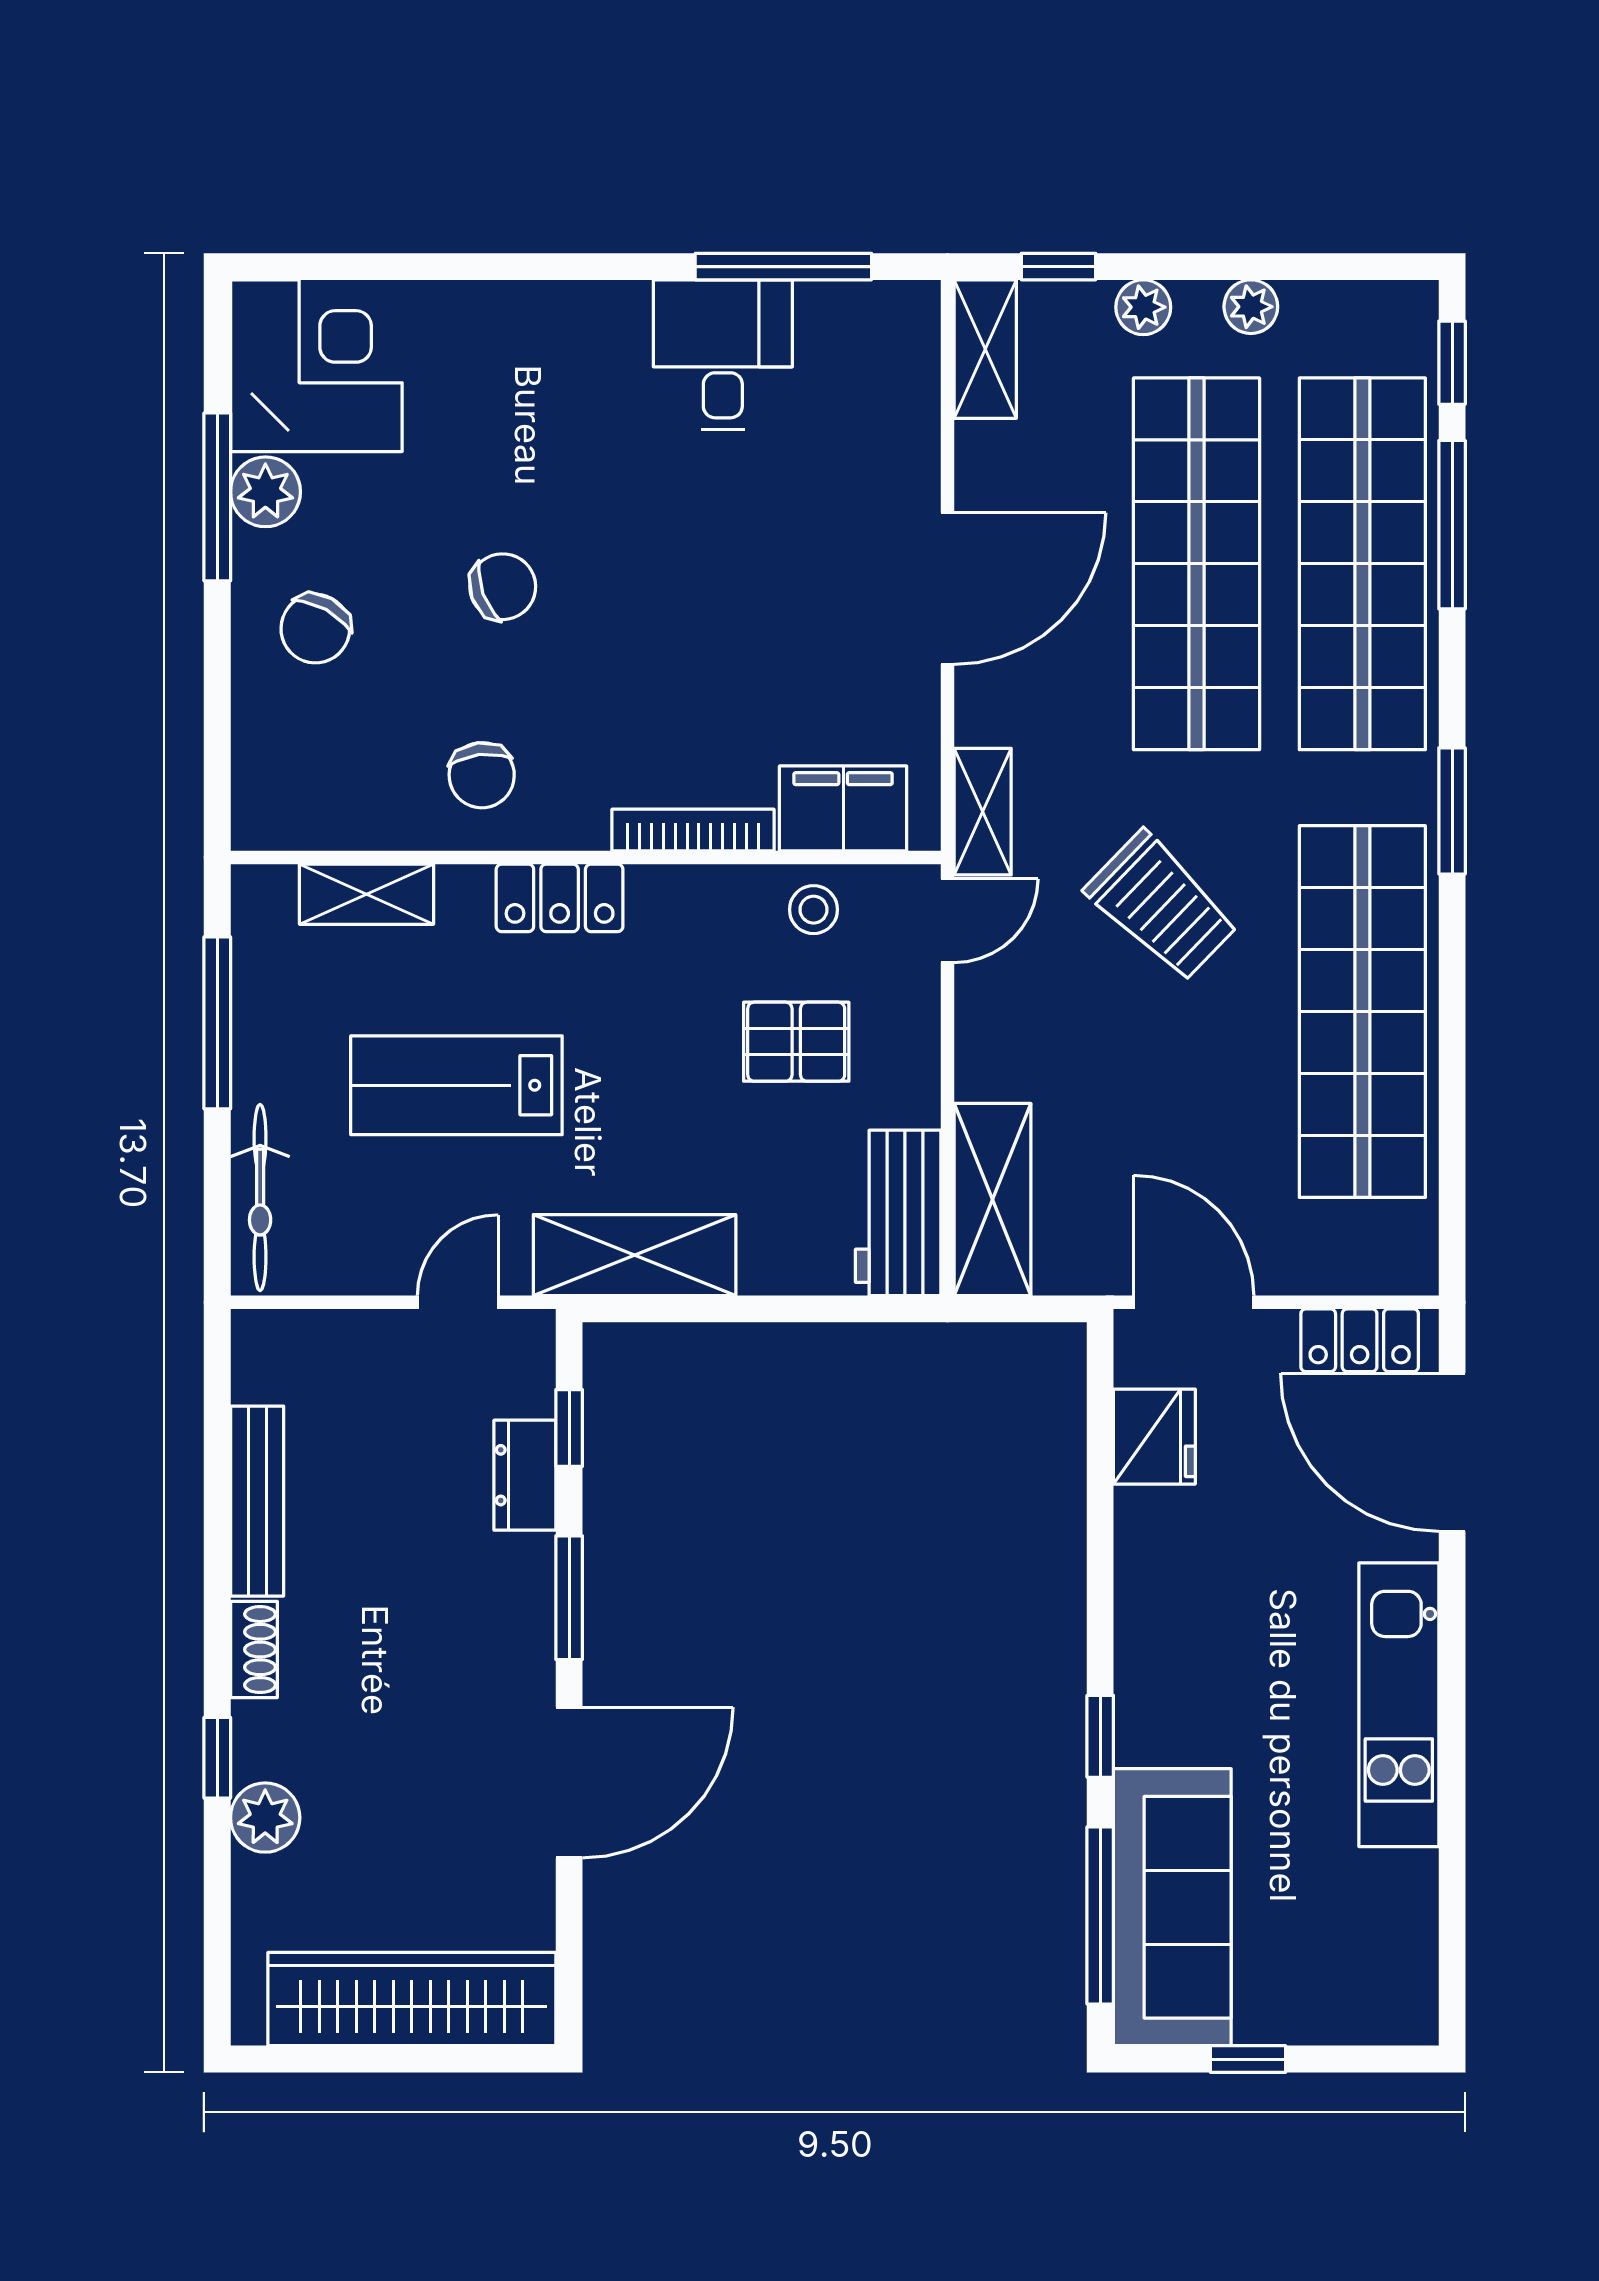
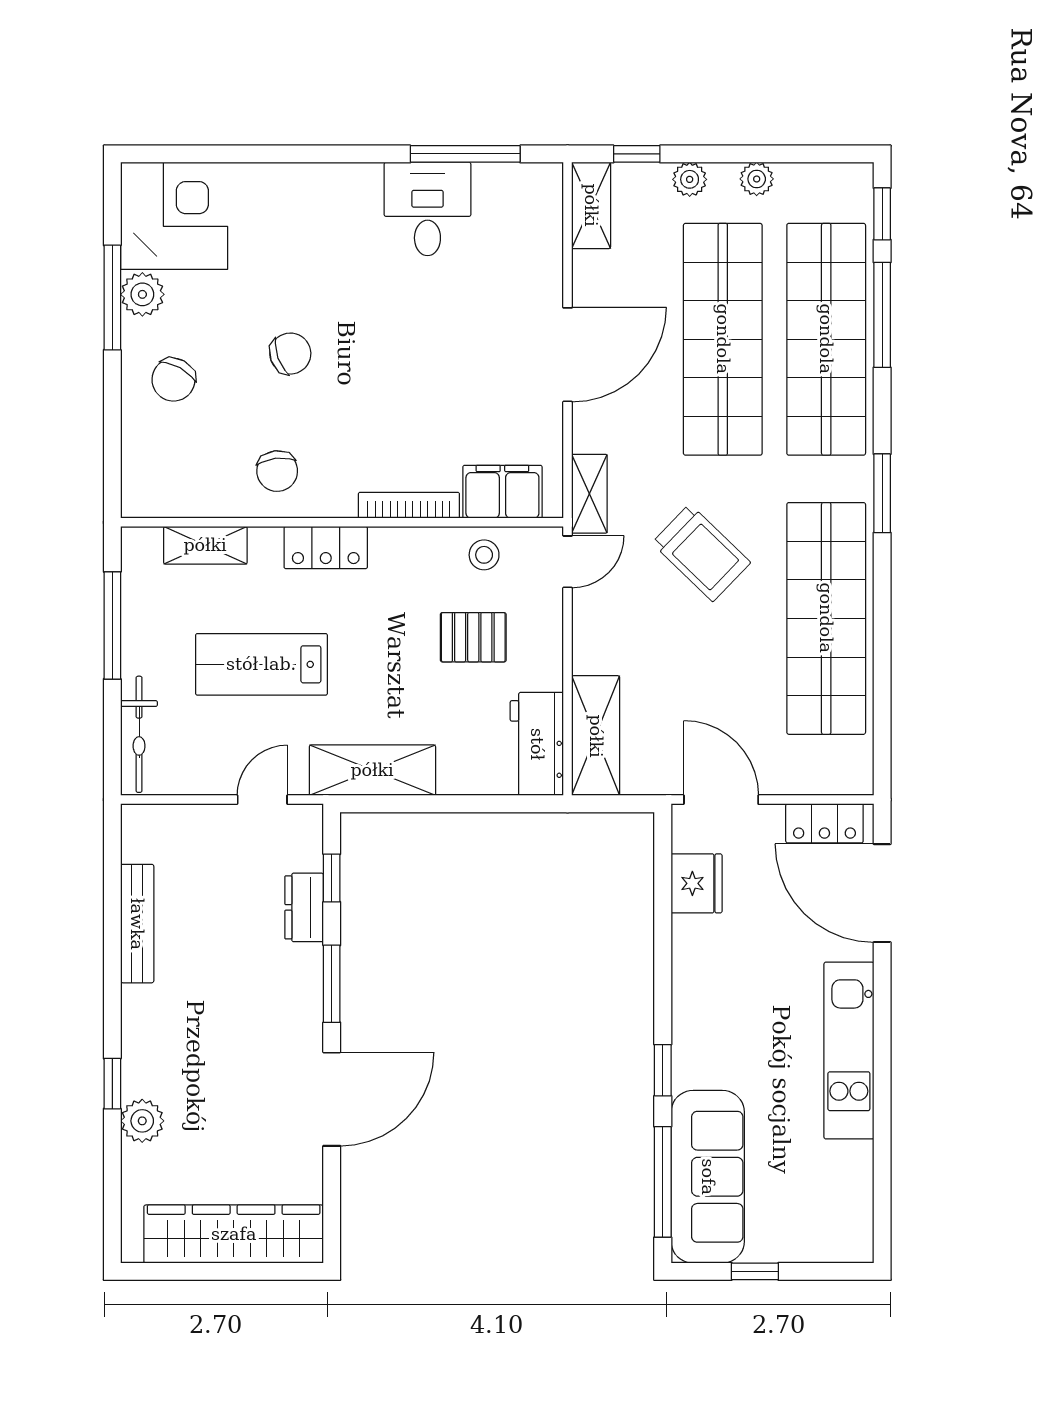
shoe rack: (254, 1650) -> (135, 1016), removed

